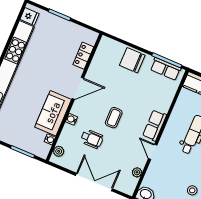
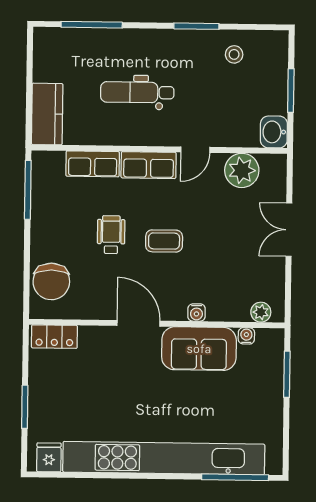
locker: (83, 56) -> (54, 337), moved
chair: (132, 60) -> (51, 281), moved
row of seats: (166, 69) -> (93, 164), moved, turned 90
wheelchair: (92, 139) -> (111, 235), moved
plant: (137, 172) -> (242, 170), width x1.87, depth x1.87
double door: (94, 182) -> (289, 230), width x0.73

